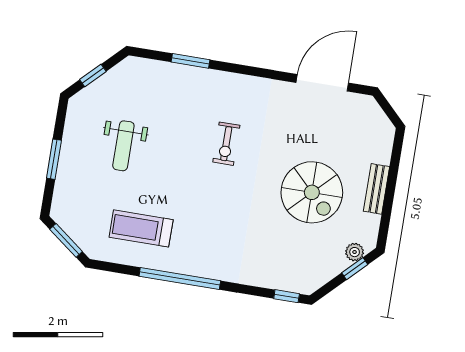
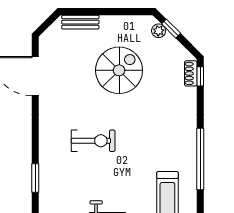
exercise bike: (226, 144) -> (93, 141), width x1.38, depth x1.39
bench: (377, 189) -> (80, 22), moved
shoe rack: (292, 284) -> (191, 73), added

